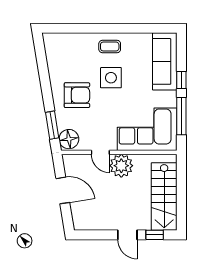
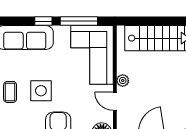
door: (100, 152) -> (115, 101), swing flipped
plant: (121, 166) -> (123, 81), width x0.53, depth x0.53

